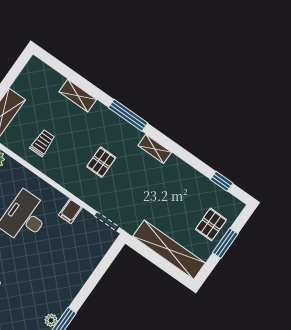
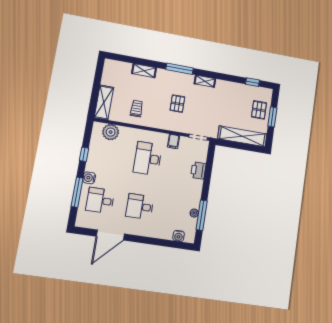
printer: (85, 266) -> (198, 170), added

